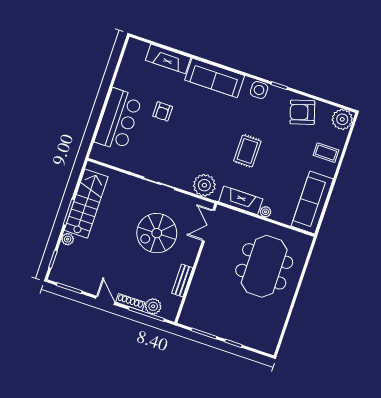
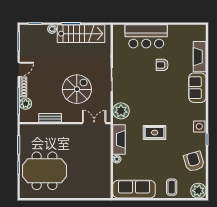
sofa: (215, 78) -> (197, 88), width x0.73
spiral stairs: (157, 233) -> (77, 89), turned 90
meeting table: (264, 266) -> (45, 171), moved

